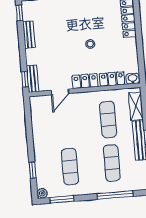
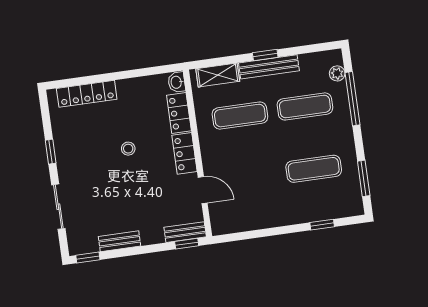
plant: (42, 193) -> (337, 73), moved

